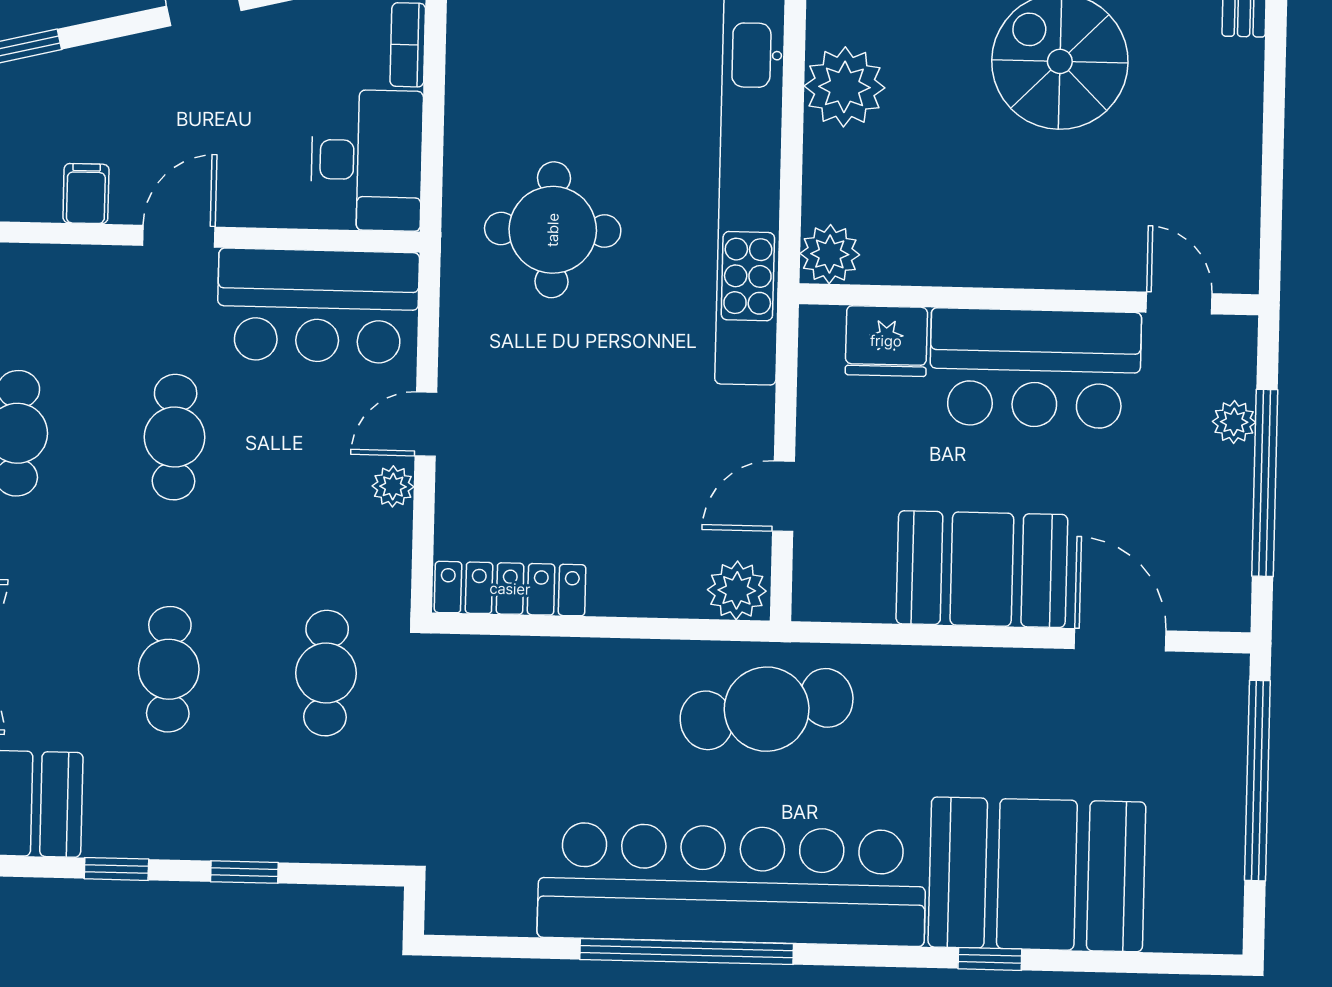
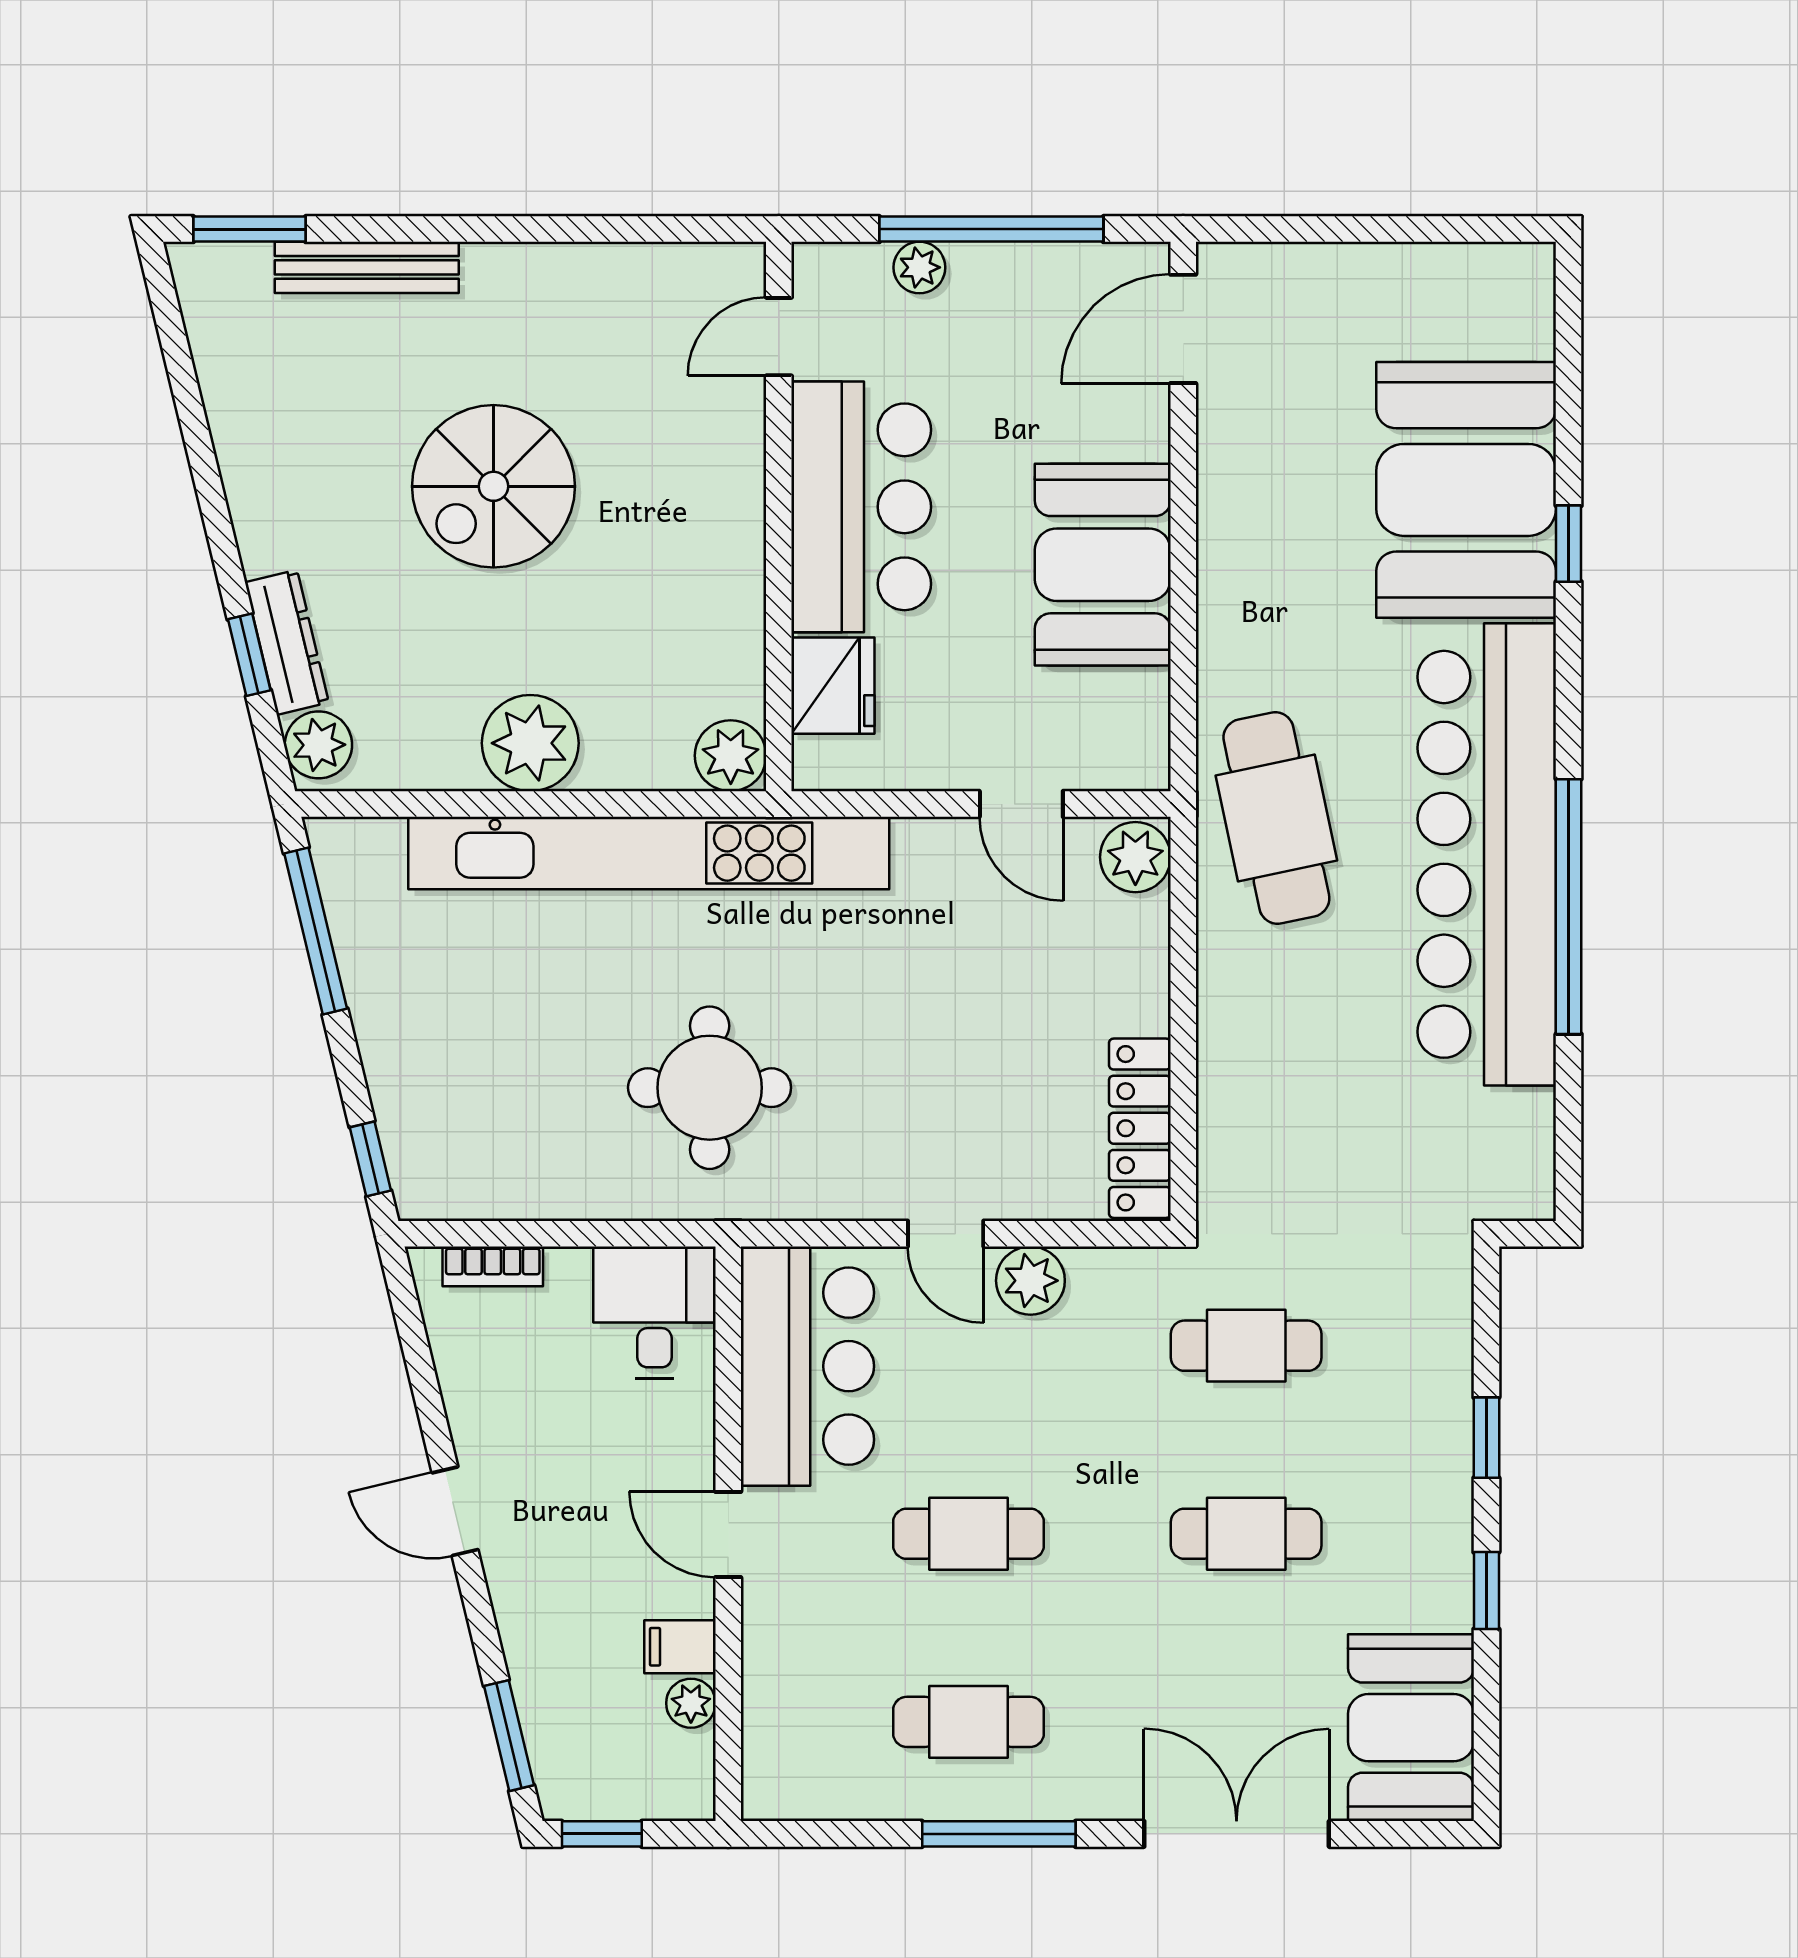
desk: (367, 160) -> (655, 1312), width x0.73
plant: (39, 202) -> (691, 1703), added
plant: (393, 486) -> (1030, 1281), width x1.38, depth x1.38
door: (1120, 640) -> (1183, 329), moved
window: (1257, 781) -> (1347, 229), removed

